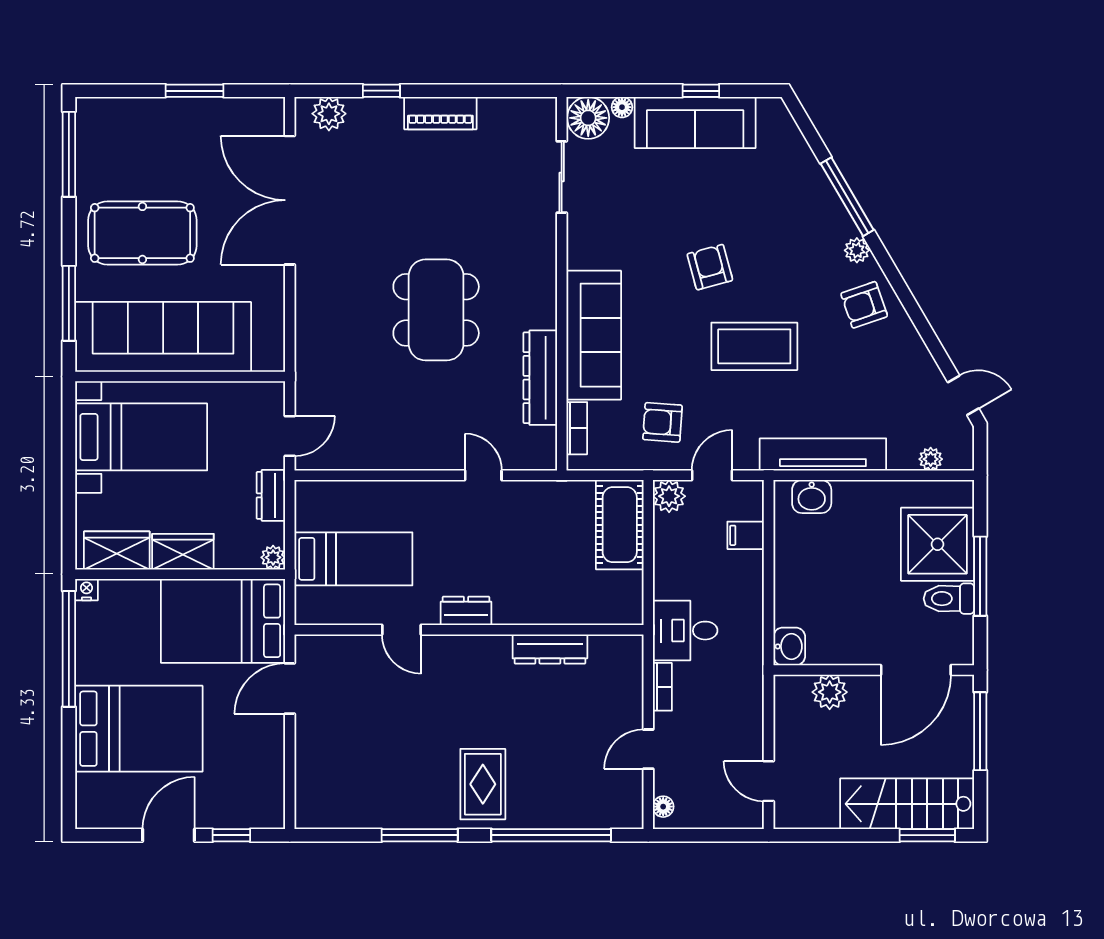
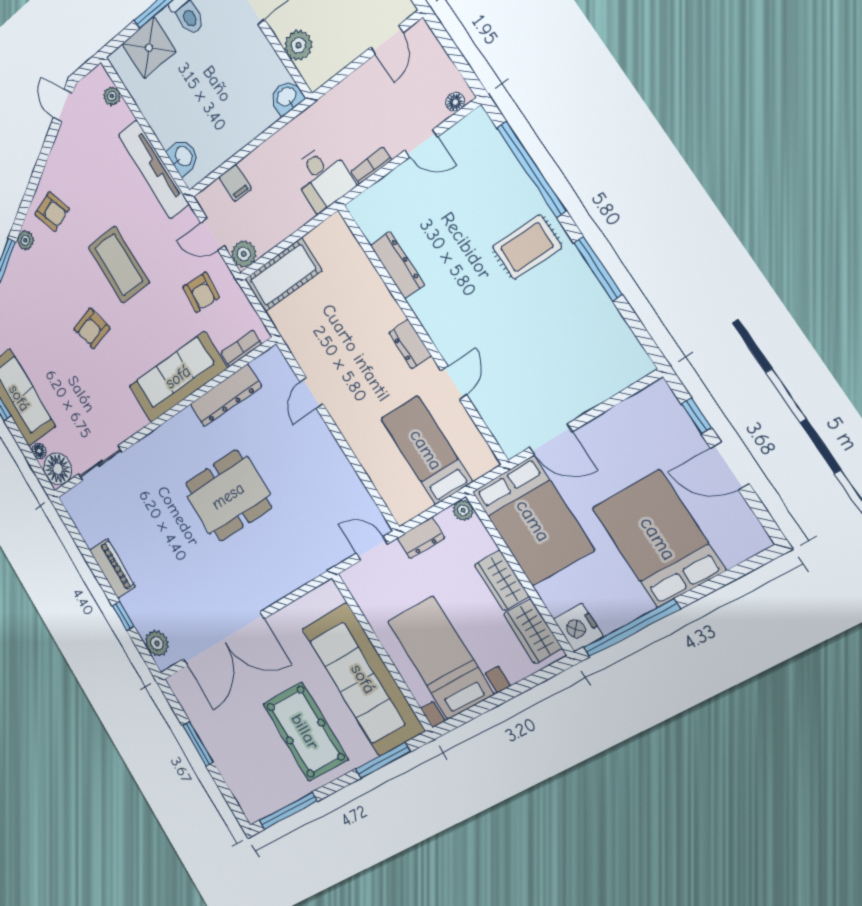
shower: (937, 544) -> (149, 48), width x0.73, depth x0.73
nightstand: (86, 590) -> (578, 627), width x1.89, depth x1.79

